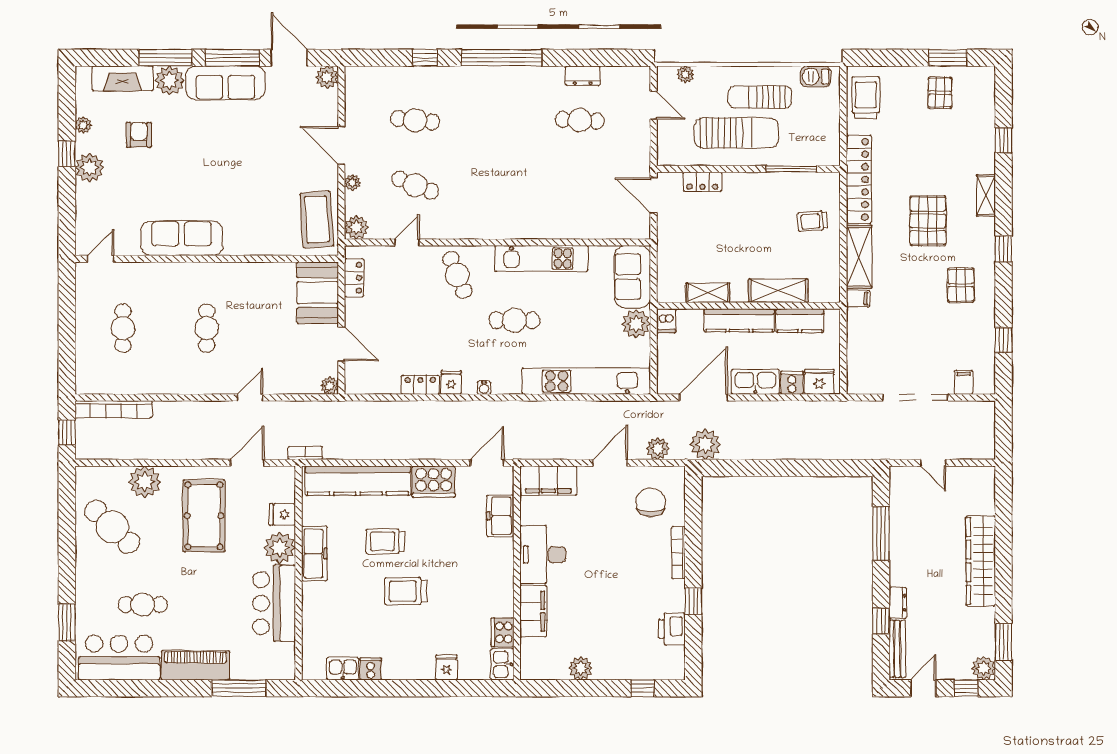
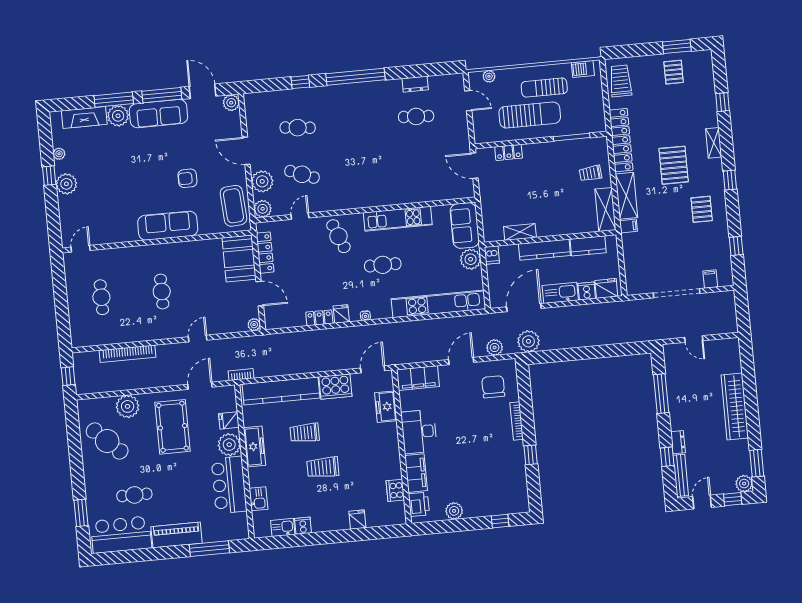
armchair: (139, 135) -> (187, 178), moved, turned -90
plant: (352, 183) -> (262, 181), width x1.88, depth x1.88
sofa: (182, 238) -> (168, 226), moved
locker: (354, 278) -> (265, 253), width x1.53
shelving: (778, 291) -> (605, 209), moved, turned 90
bookcase: (114, 409) -> (128, 354), moved
printer: (672, 629) -> (419, 504), moved, turned 180
kitchen sink: (502, 664) -> (258, 499), moved, turned 180

